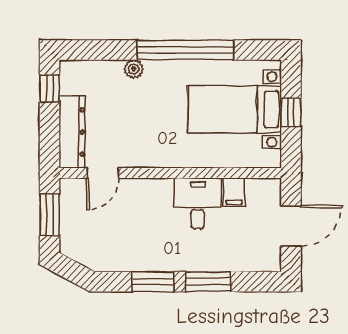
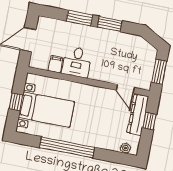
plant: (134, 69) -> (125, 148), moved
window: (50, 88) -> (149, 121), moved
door: (103, 173) -> (125, 89), swing flipped

